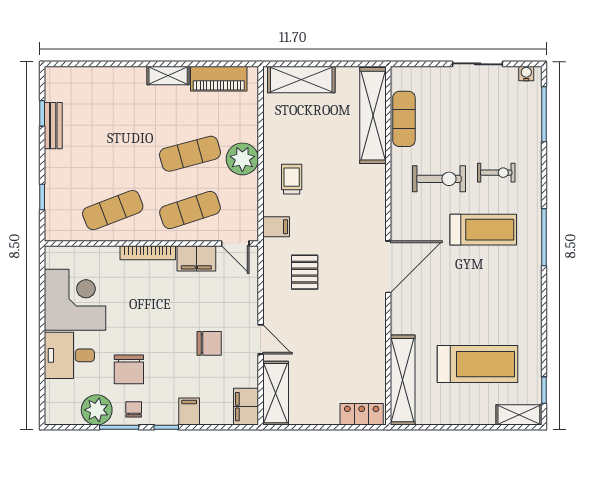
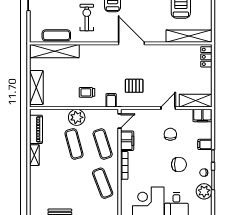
chair: (129, 369) -> (179, 164), moved

